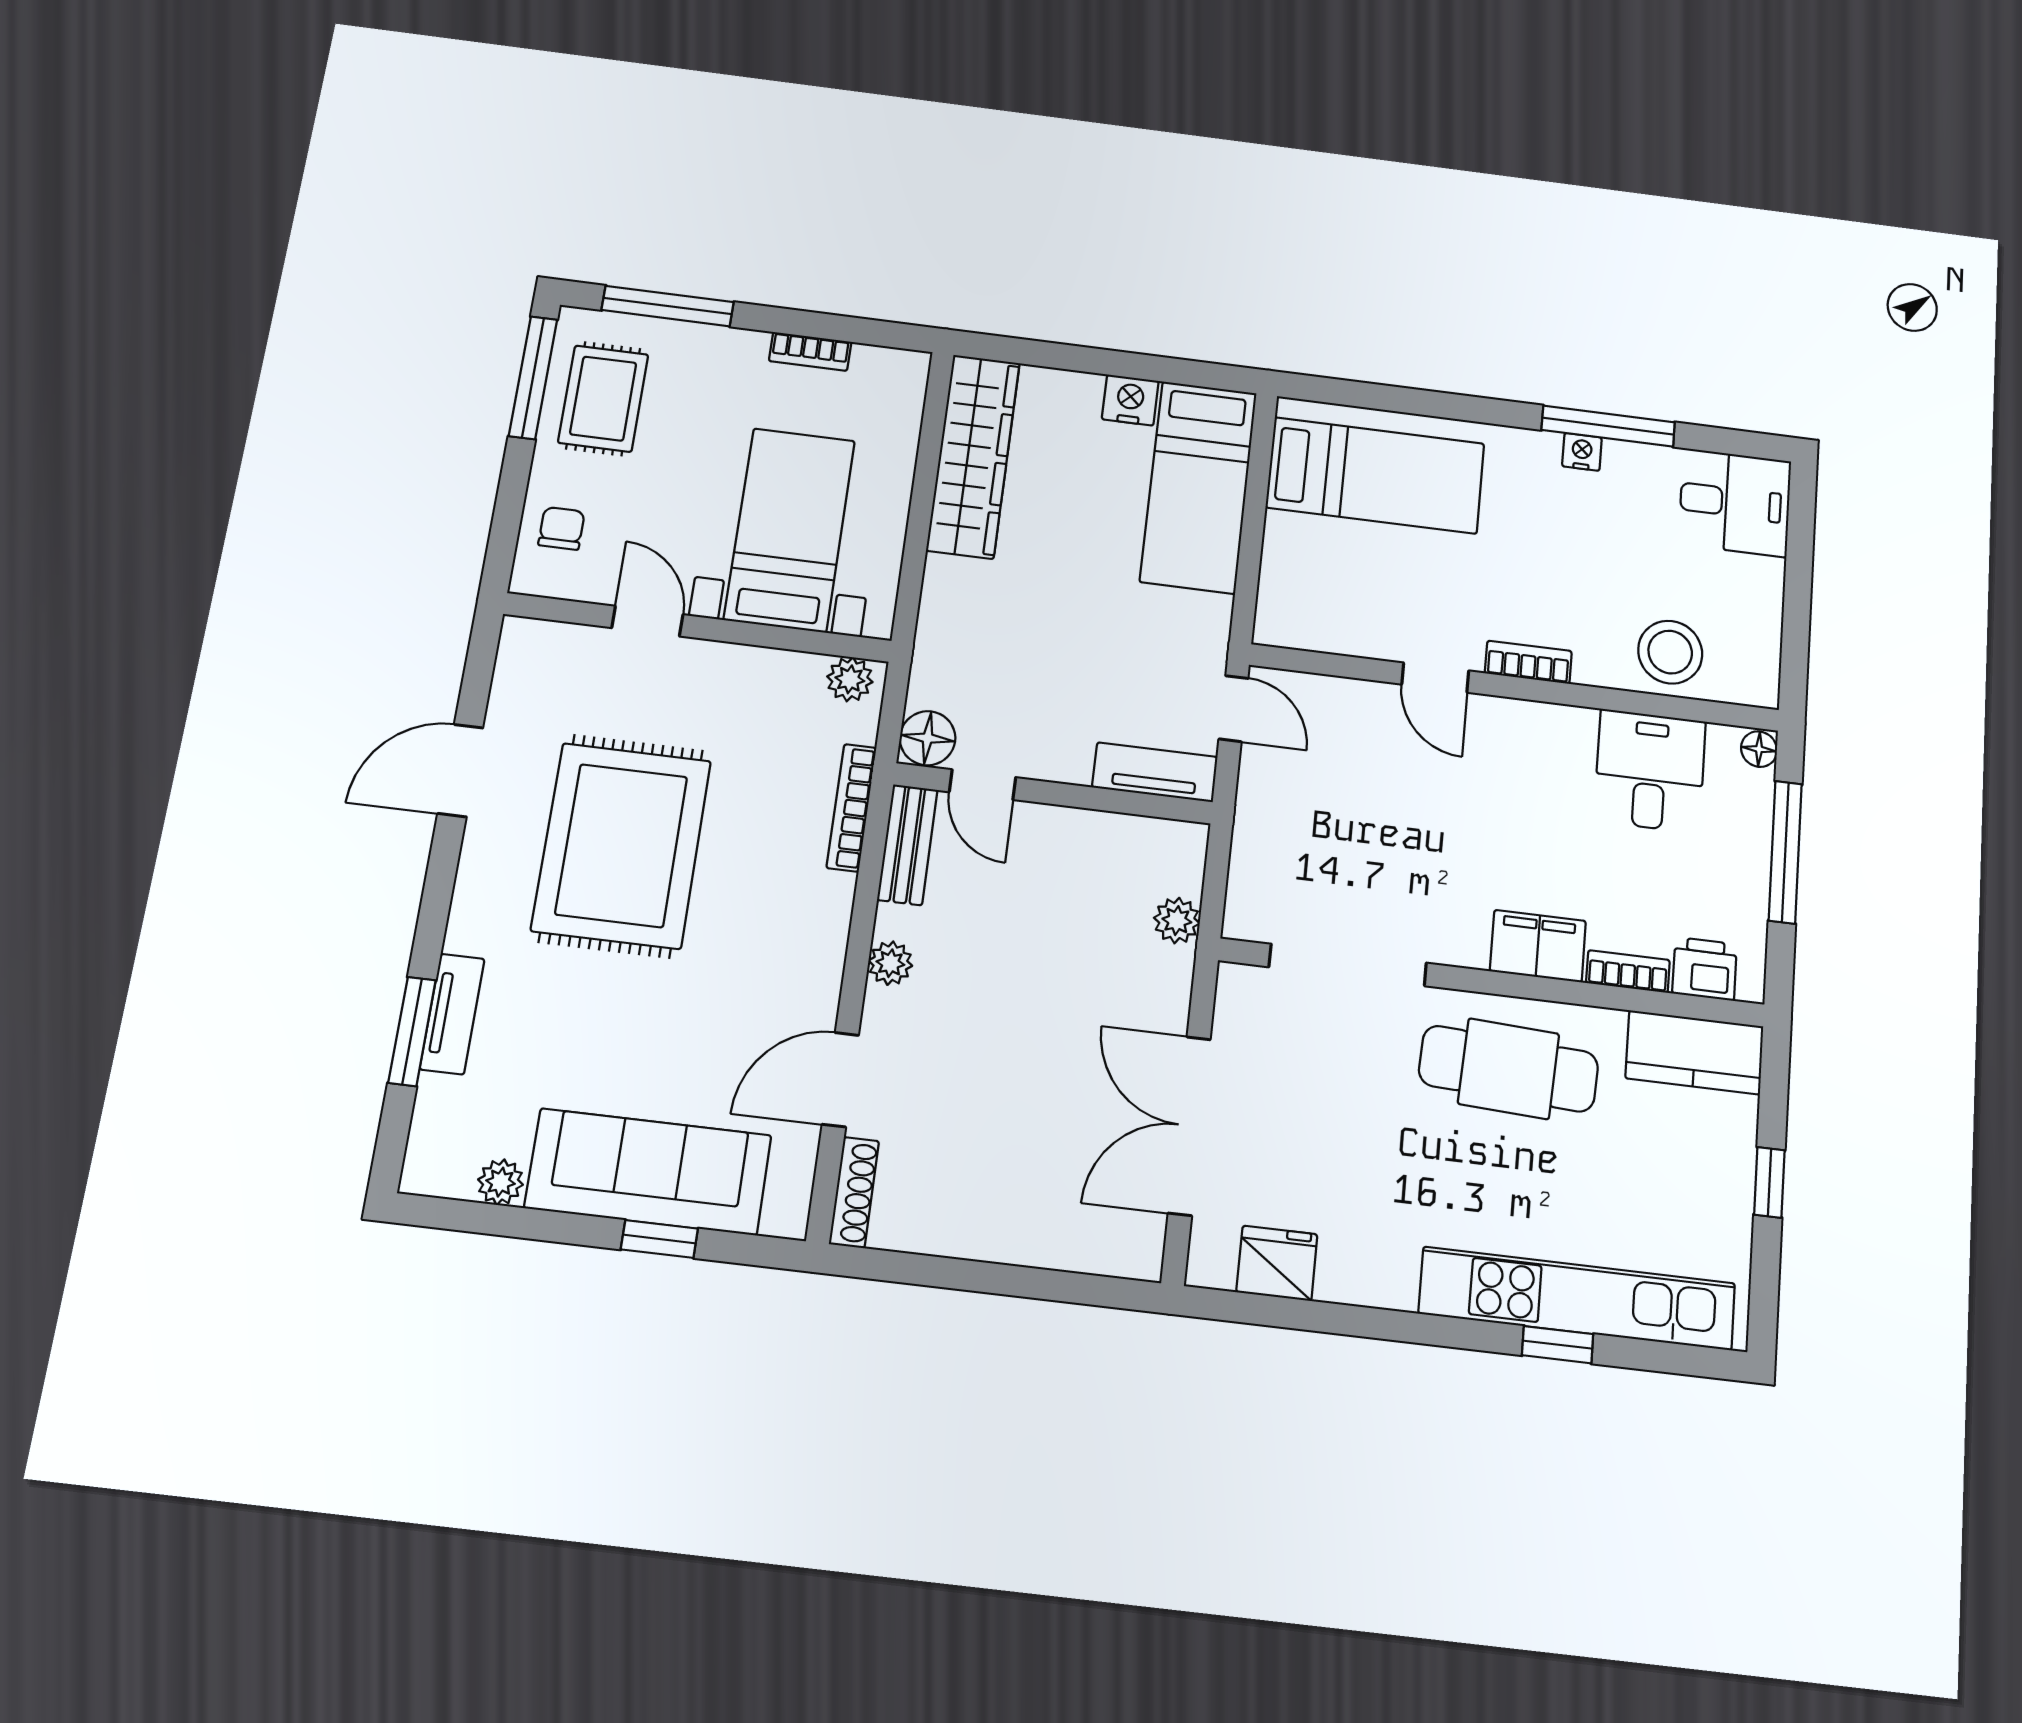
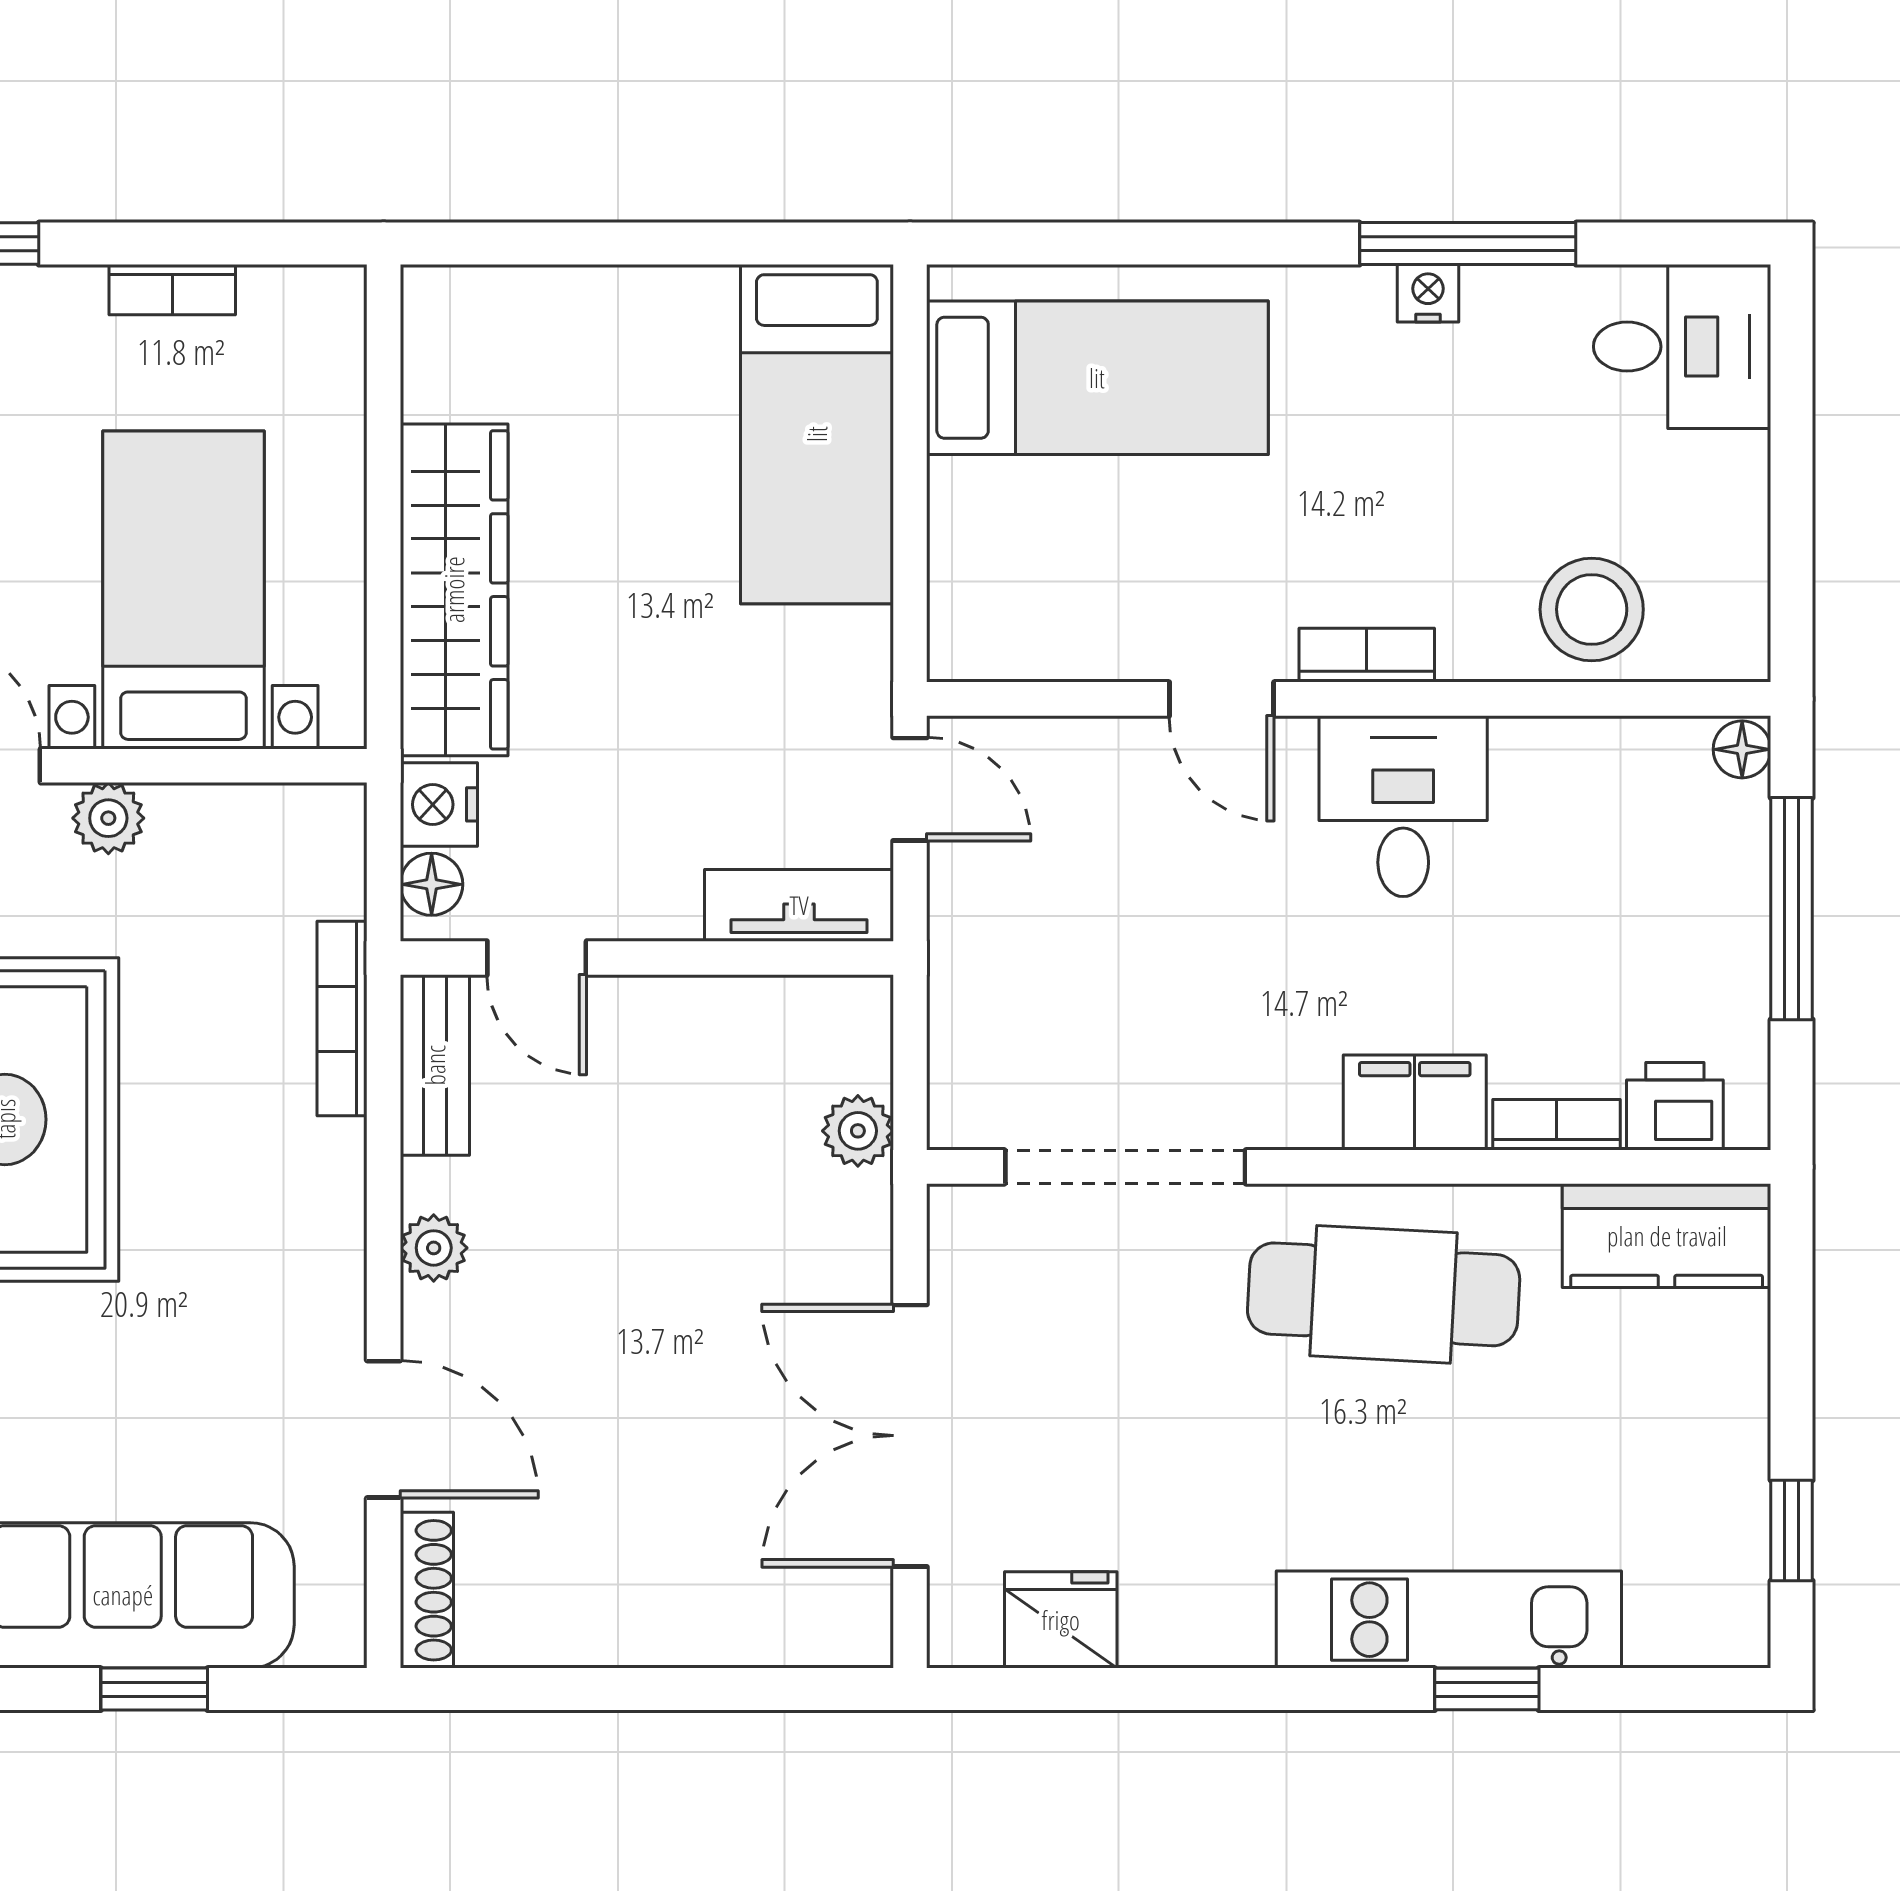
nightstand: (1130, 400) -> (439, 804), moved, turned -90
wardrobe: (973, 456) -> (454, 590), moved
plant: (850, 679) -> (108, 818), moved
floor lamp: (928, 738) -> (432, 884), width x0.73, depth x0.73
desk: (1650, 771) -> (1403, 806), moved
door: (840, 1080) -> (384, 1429), swing flipped
window: (1769, 1182) -> (1792, 1531), moved
kitchen unit: (1577, 1298) -> (1449, 1620), width x0.73

